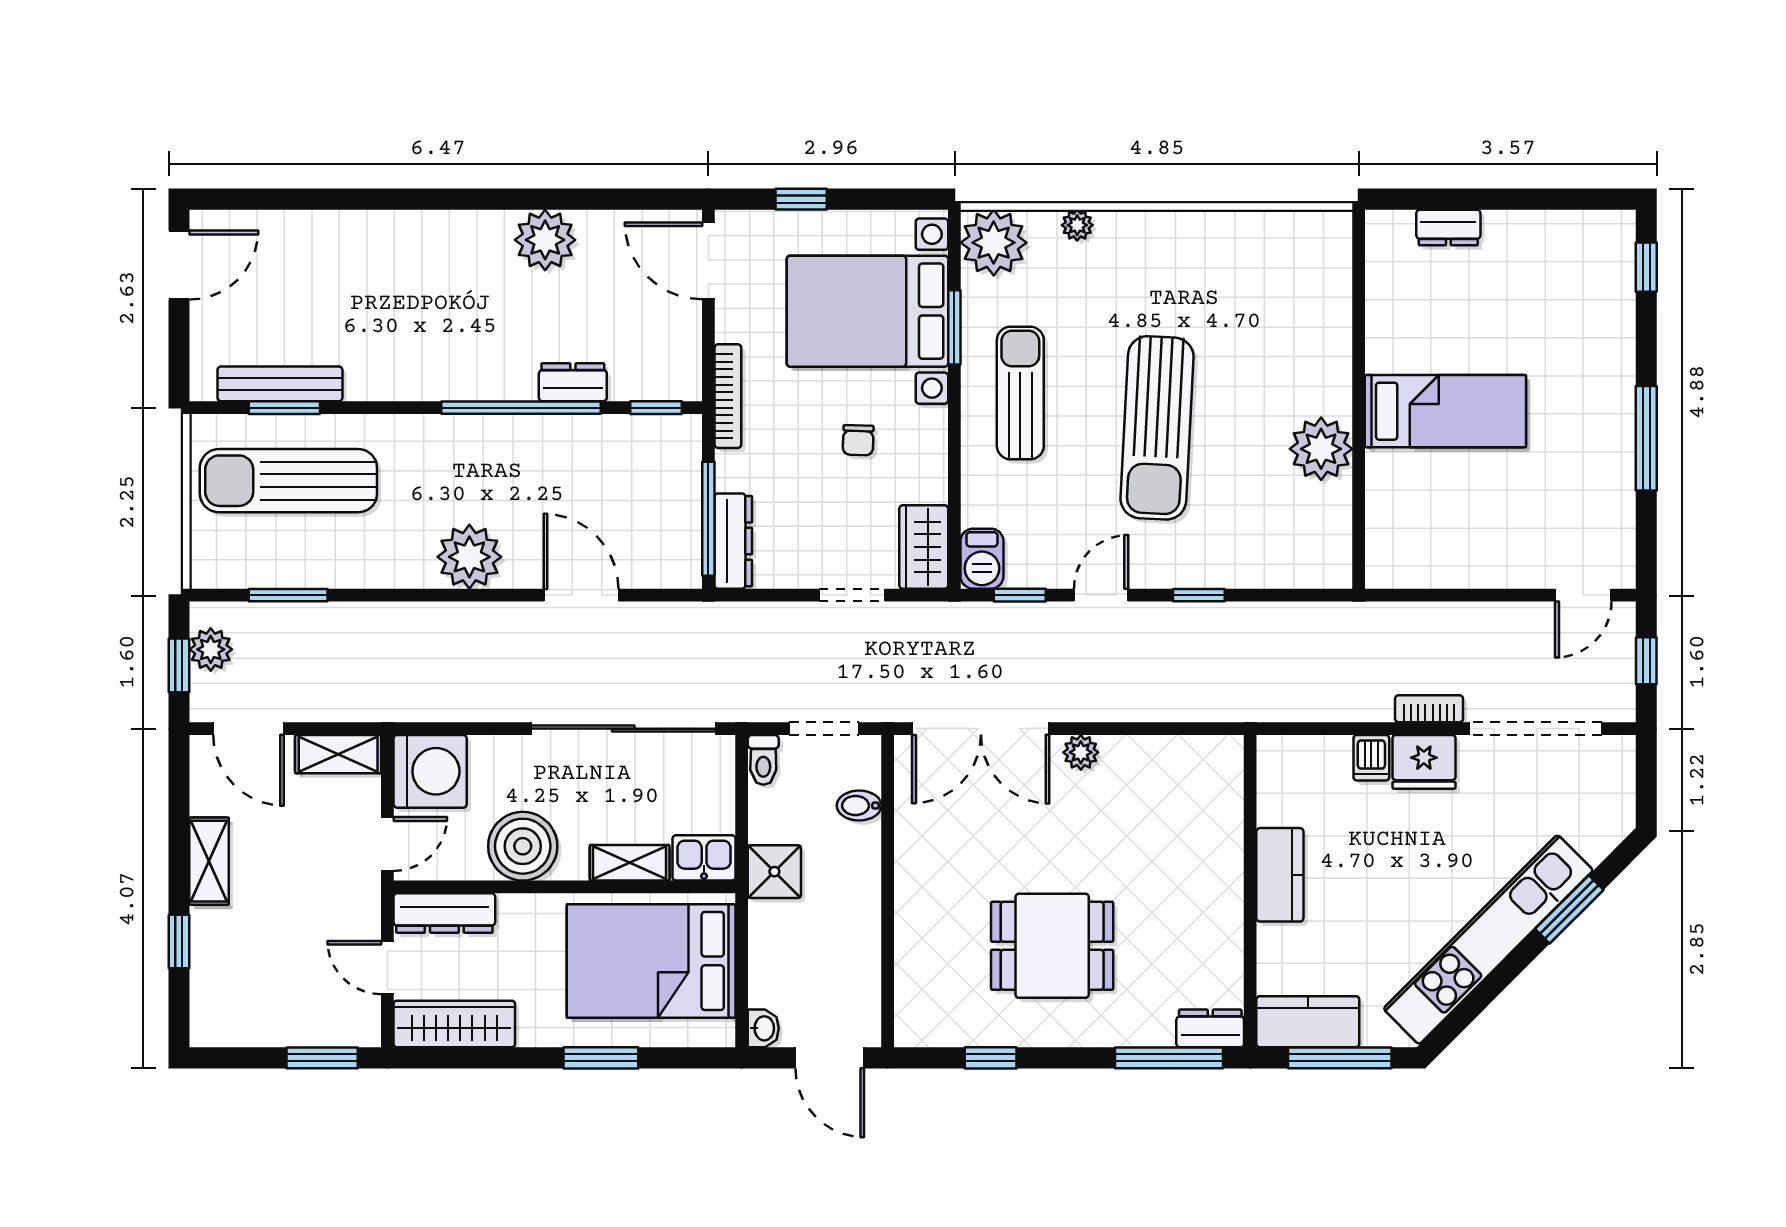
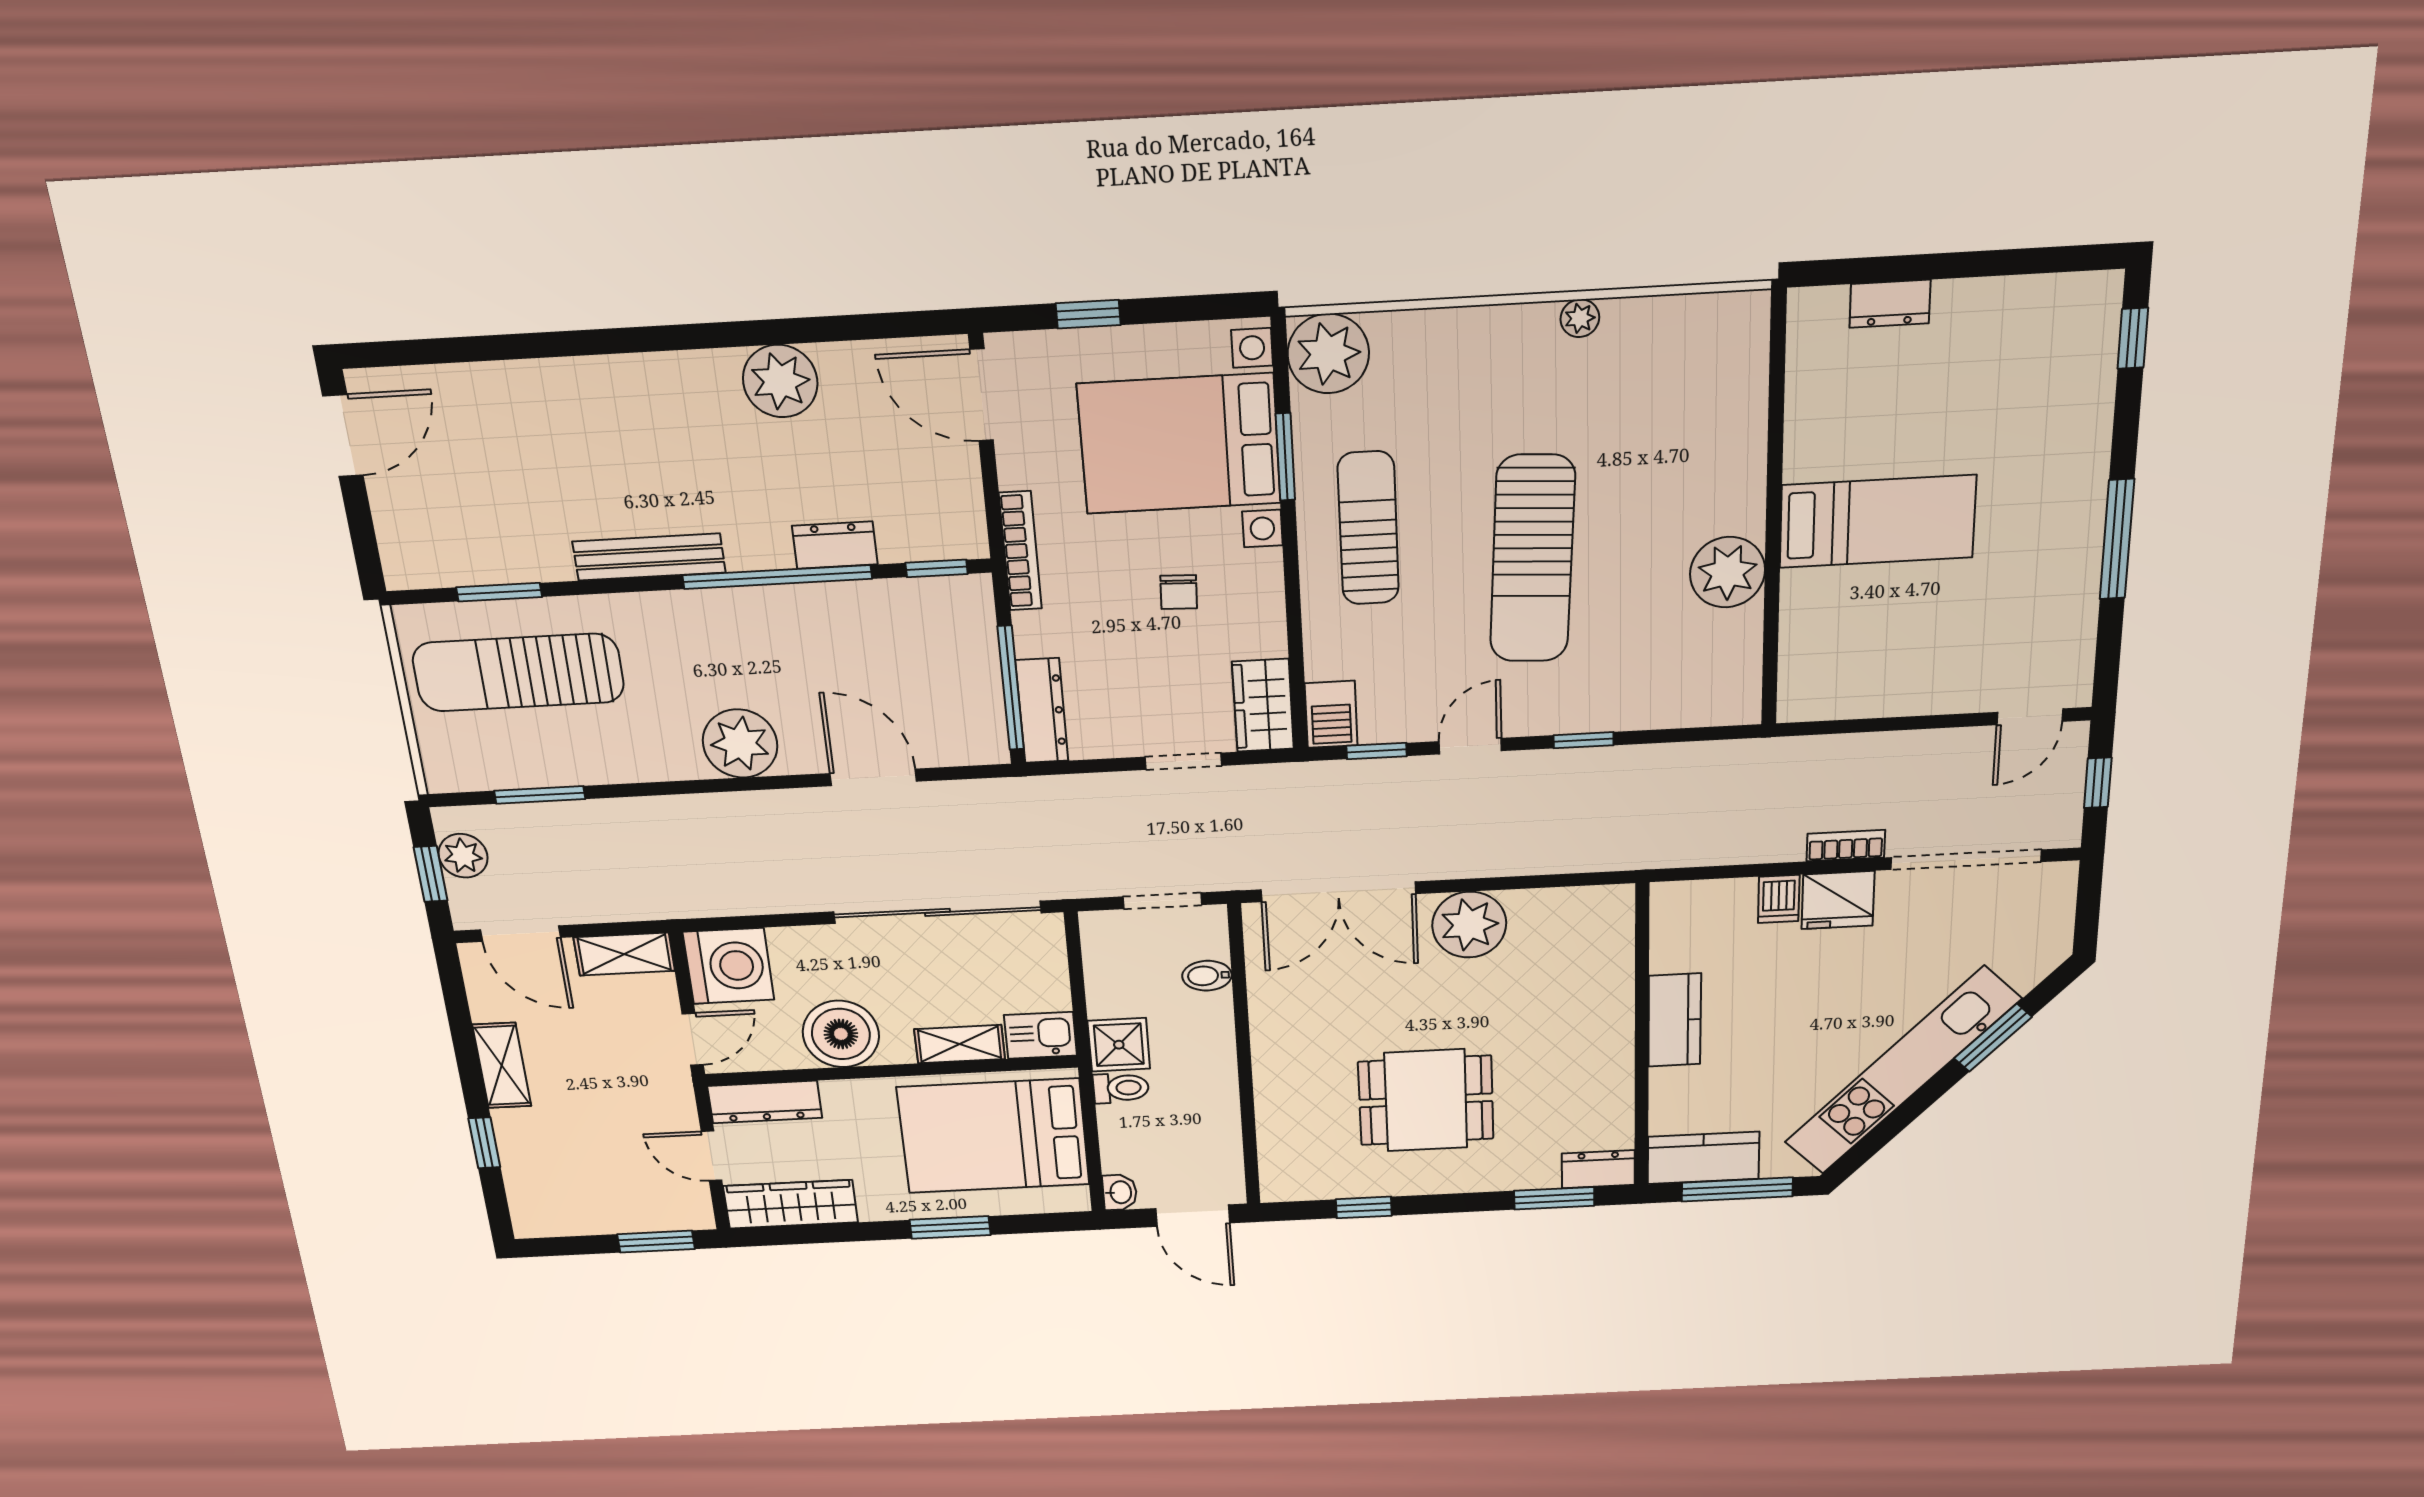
plant: (1077, 225) -> (1580, 318), moved
bench: (280, 384) -> (649, 557), moved
plant: (1081, 752) -> (1469, 925), width x1.87, depth x1.87
toilet: (763, 760) -> (1121, 1088), moved, turned -90
window: (1169, 1058) -> (1554, 1198), width x0.69

